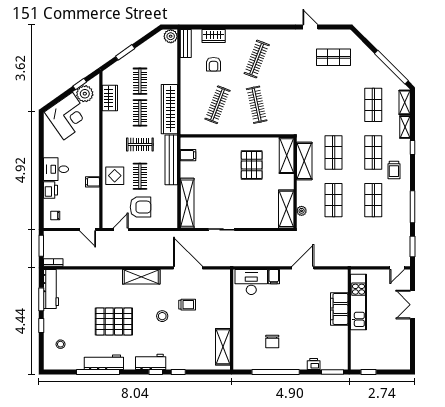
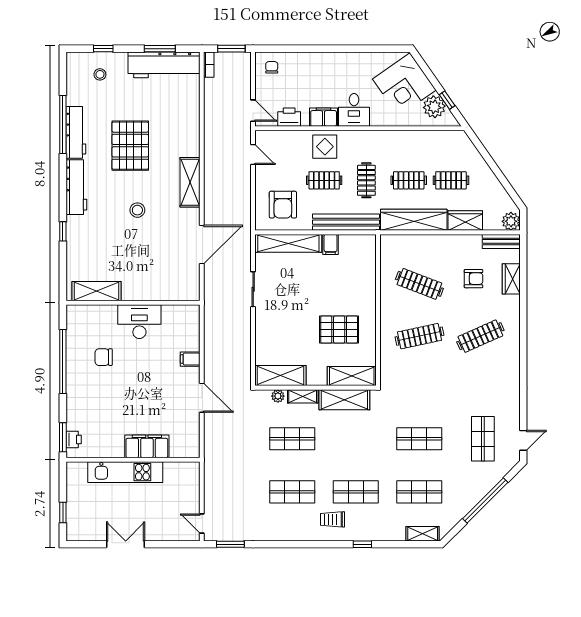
door: (310, 27) -> (523, 440), moved
window: (125, 52) -> (489, 161), removed
clothes rail: (257, 59) -> (480, 336), turned -45
armchair: (214, 64) -> (474, 279), turned 180
window: (391, 67) -> (485, 500), moved
wardrobe: (110, 98) -> (465, 221), moved, turned 180
shelving: (405, 127) -> (303, 396), moved
shop shelf: (334, 153) -> (419, 439), moved
filing cabinet: (188, 155) -> (331, 244), moved
desk: (56, 169) -> (354, 110), moved, turned 180
filing cabinet: (93, 182) -> (324, 117), width x2.00
printer: (51, 190) -> (289, 117), moved, turned 180
armchair: (140, 207) -> (283, 205), moved
window: (413, 207) -> (283, 544), removed
door: (88, 229) -> (253, 111), swing flipped
desk: (251, 282) -> (139, 322), moved, turned -90
workbench: (51, 289) -> (164, 65), width x1.36, depth x1.32
kitchen unit: (359, 302) -> (125, 472), moved
trolley: (187, 305) -> (153, 243), removed
double door: (413, 305) -> (126, 544), moved
window: (41, 325) -> (103, 49), moved
workbench: (151, 362) -> (76, 187), width x1.38
printer: (314, 364) -> (74, 440), moved
window: (156, 372) -> (63, 201), removed
window: (368, 372) -> (63, 512), moved

